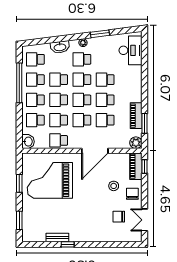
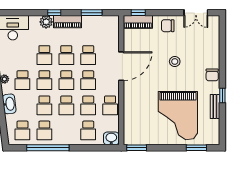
window: (144, 89) -> (54, 13), added
school desk: (35, 100) -> (66, 130), removed
piano: (136, 116) -> (68, 22), moved
plant: (136, 143) -> (46, 22), moved
door: (95, 151) -> (121, 66), hinge flipped
grand piano: (50, 180) -> (178, 116), moved
window: (19, 183) -> (137, 148), moved
stool: (114, 186) -> (175, 61), moved
chair: (119, 217) -> (212, 75), moved

